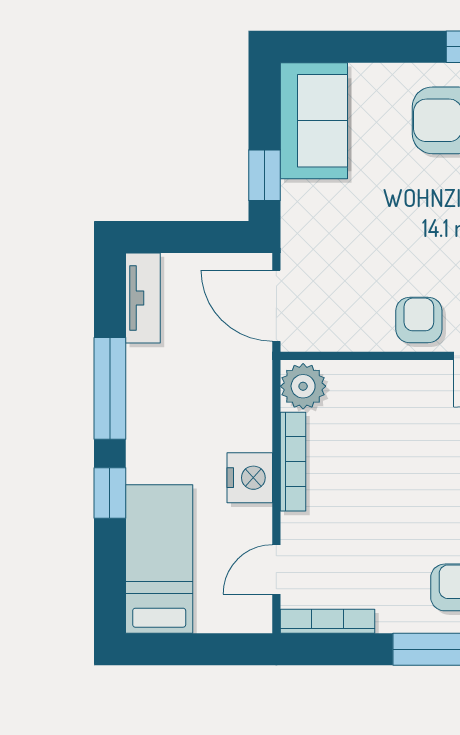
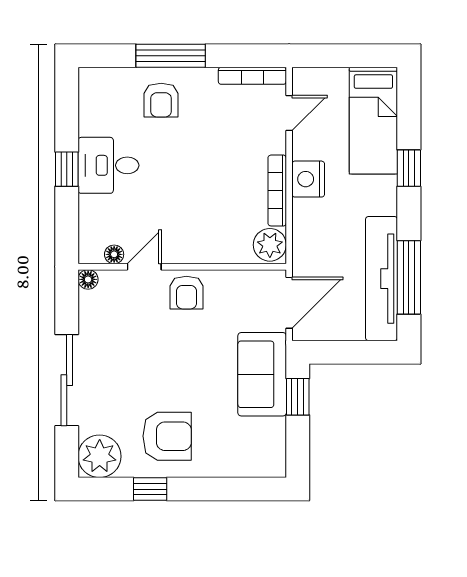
sofa: (314, 121) -> (262, 374), moved
tv unit: (143, 298) -> (382, 279), width x1.92, depth x1.29
door: (276, 306) -> (289, 303), hinge flipped
window: (110, 388) -> (409, 277), moved

